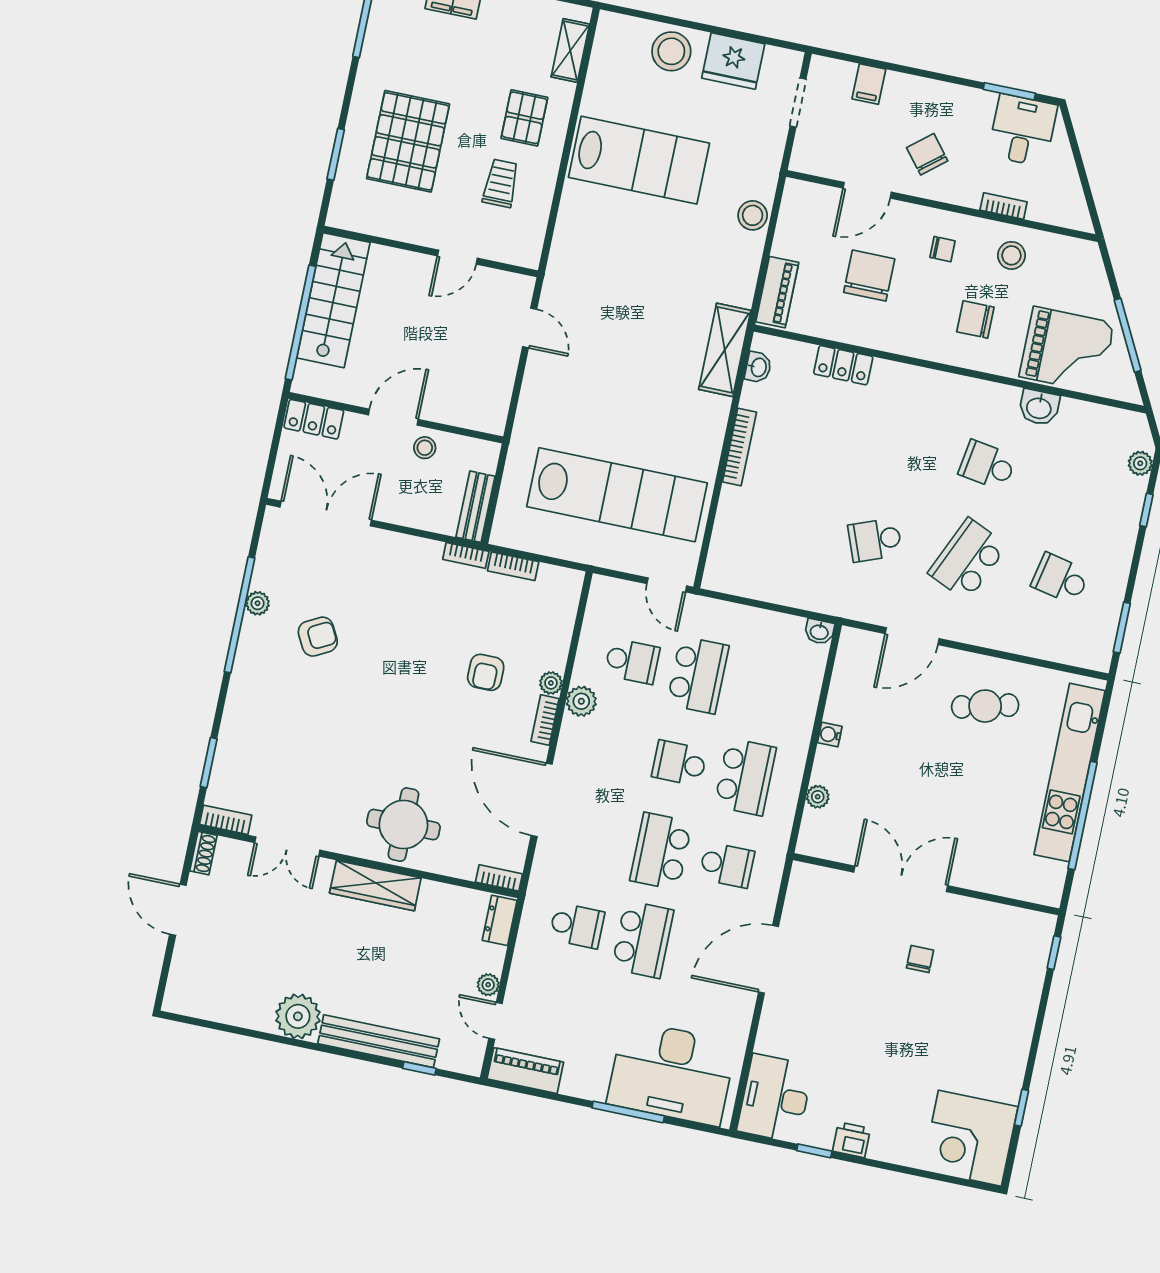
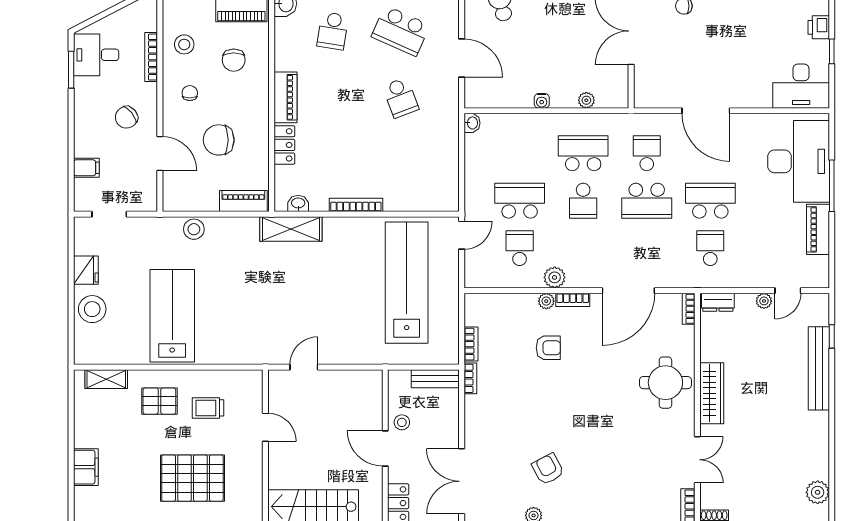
fridge: (733, 61) -> (86, 270), width x0.73, depth x0.75
bookcase: (1004, 206) -> (151, 57), width x1.56
piano: (909, 380) -> (285, 97), added
plant: (298, 1016) -> (818, 492), moved, width x0.73, depth x0.73
piano: (525, 1071) -> (818, 229), moved

